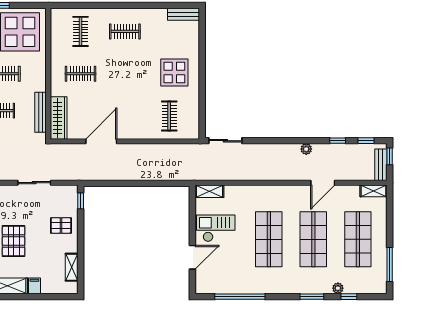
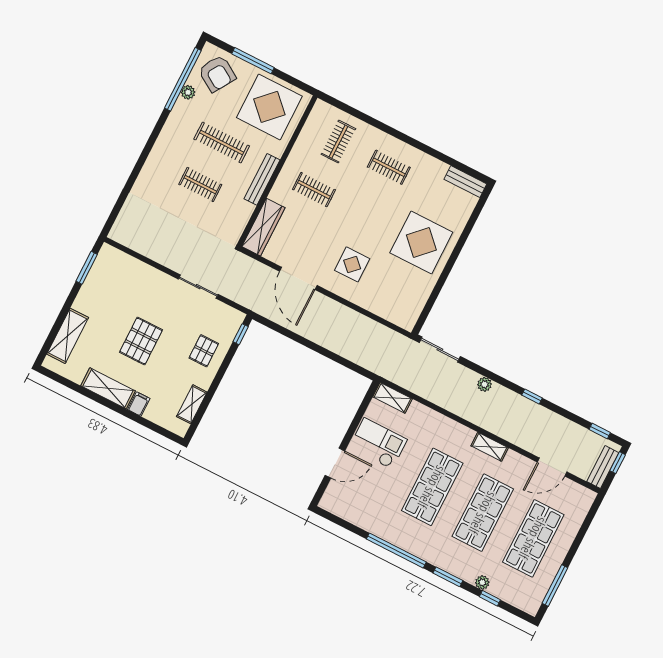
display table: (174, 72) -> (421, 242), width x1.36, depth x1.36
bench: (41, 112) -> (262, 179), moved
display table: (134, 112) -> (352, 264), added
clothes rail: (169, 116) -> (390, 289), removed
door: (101, 141) -> (298, 278), swing flipped
window: (338, 141) -> (532, 396), moved
plant: (306, 149) -> (484, 384), moved
door: (323, 183) -> (552, 467), moved
shelving: (374, 191) -> (490, 447), moved
pallet: (61, 225) -> (204, 351), turned 90
window: (240, 297) -> (396, 551), moved

